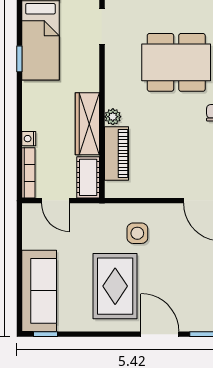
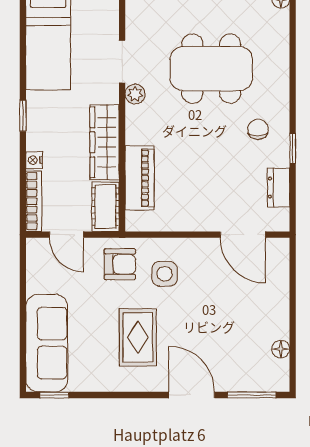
doorway: (102, 26) -> (122, 62), moved
window: (19, 59) -> (23, 116), moved
plant: (113, 117) -> (135, 94), moved
armchair: (100, 225) -> (120, 264), added
rug: (115, 286) -> (138, 337), width x0.73, depth x0.70

